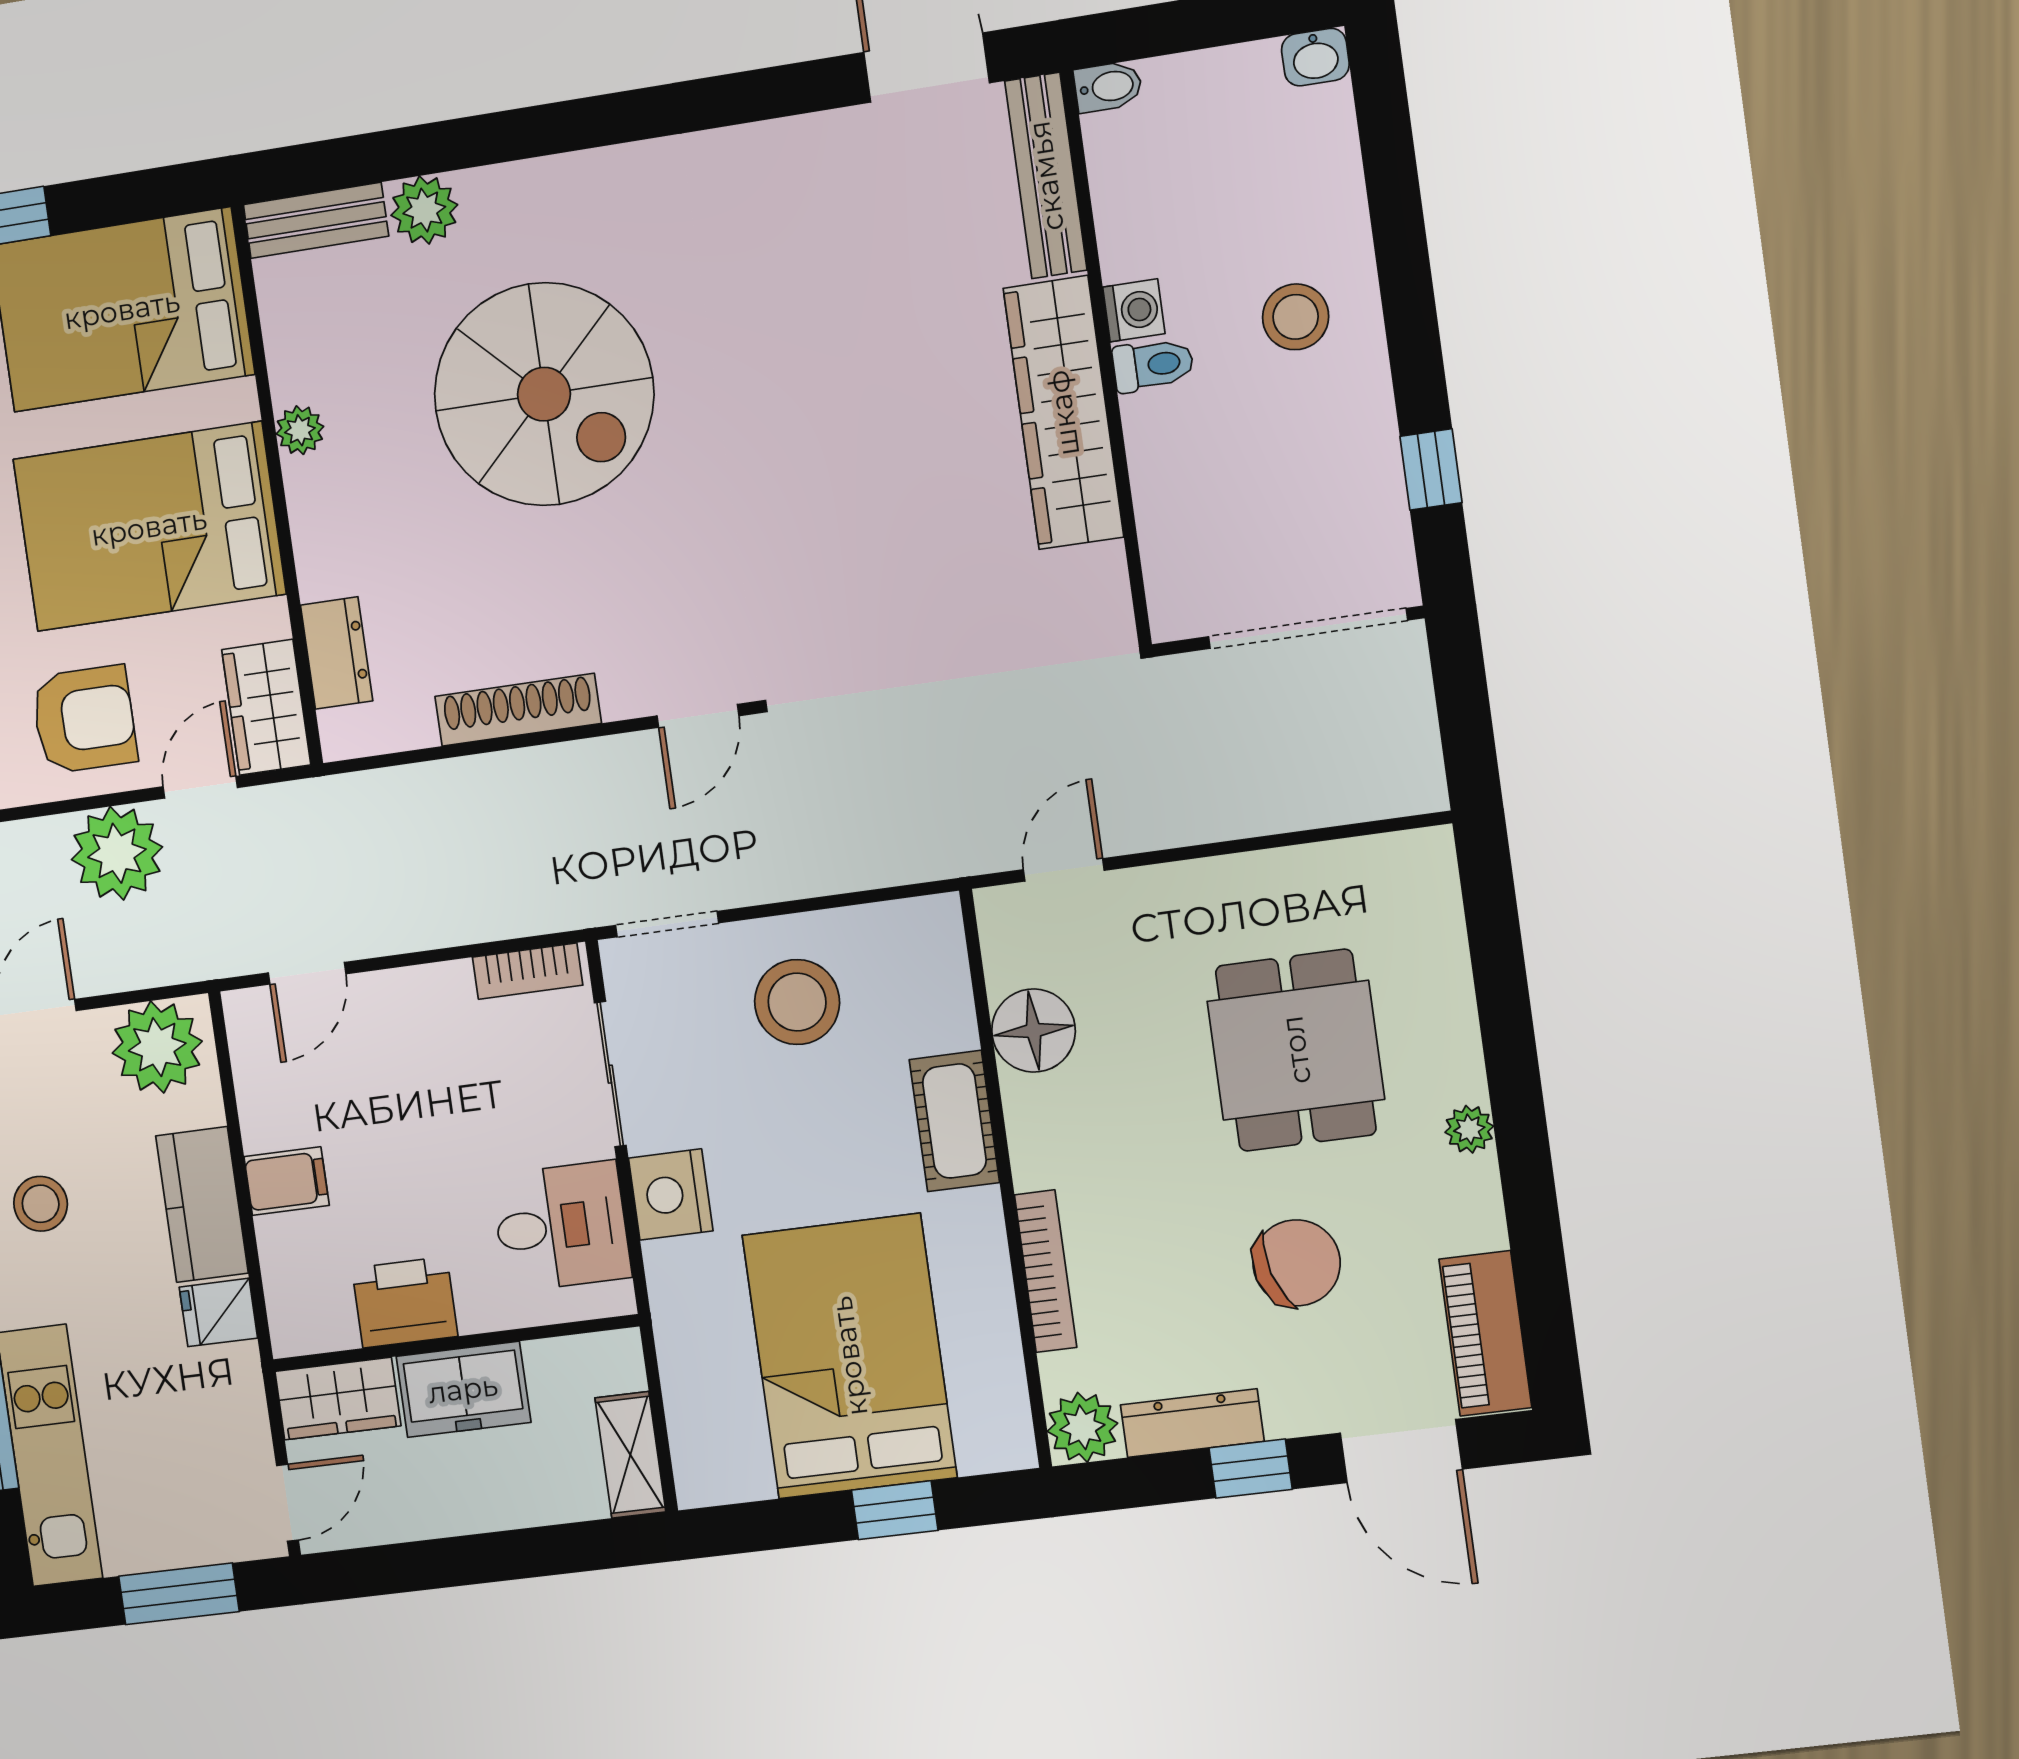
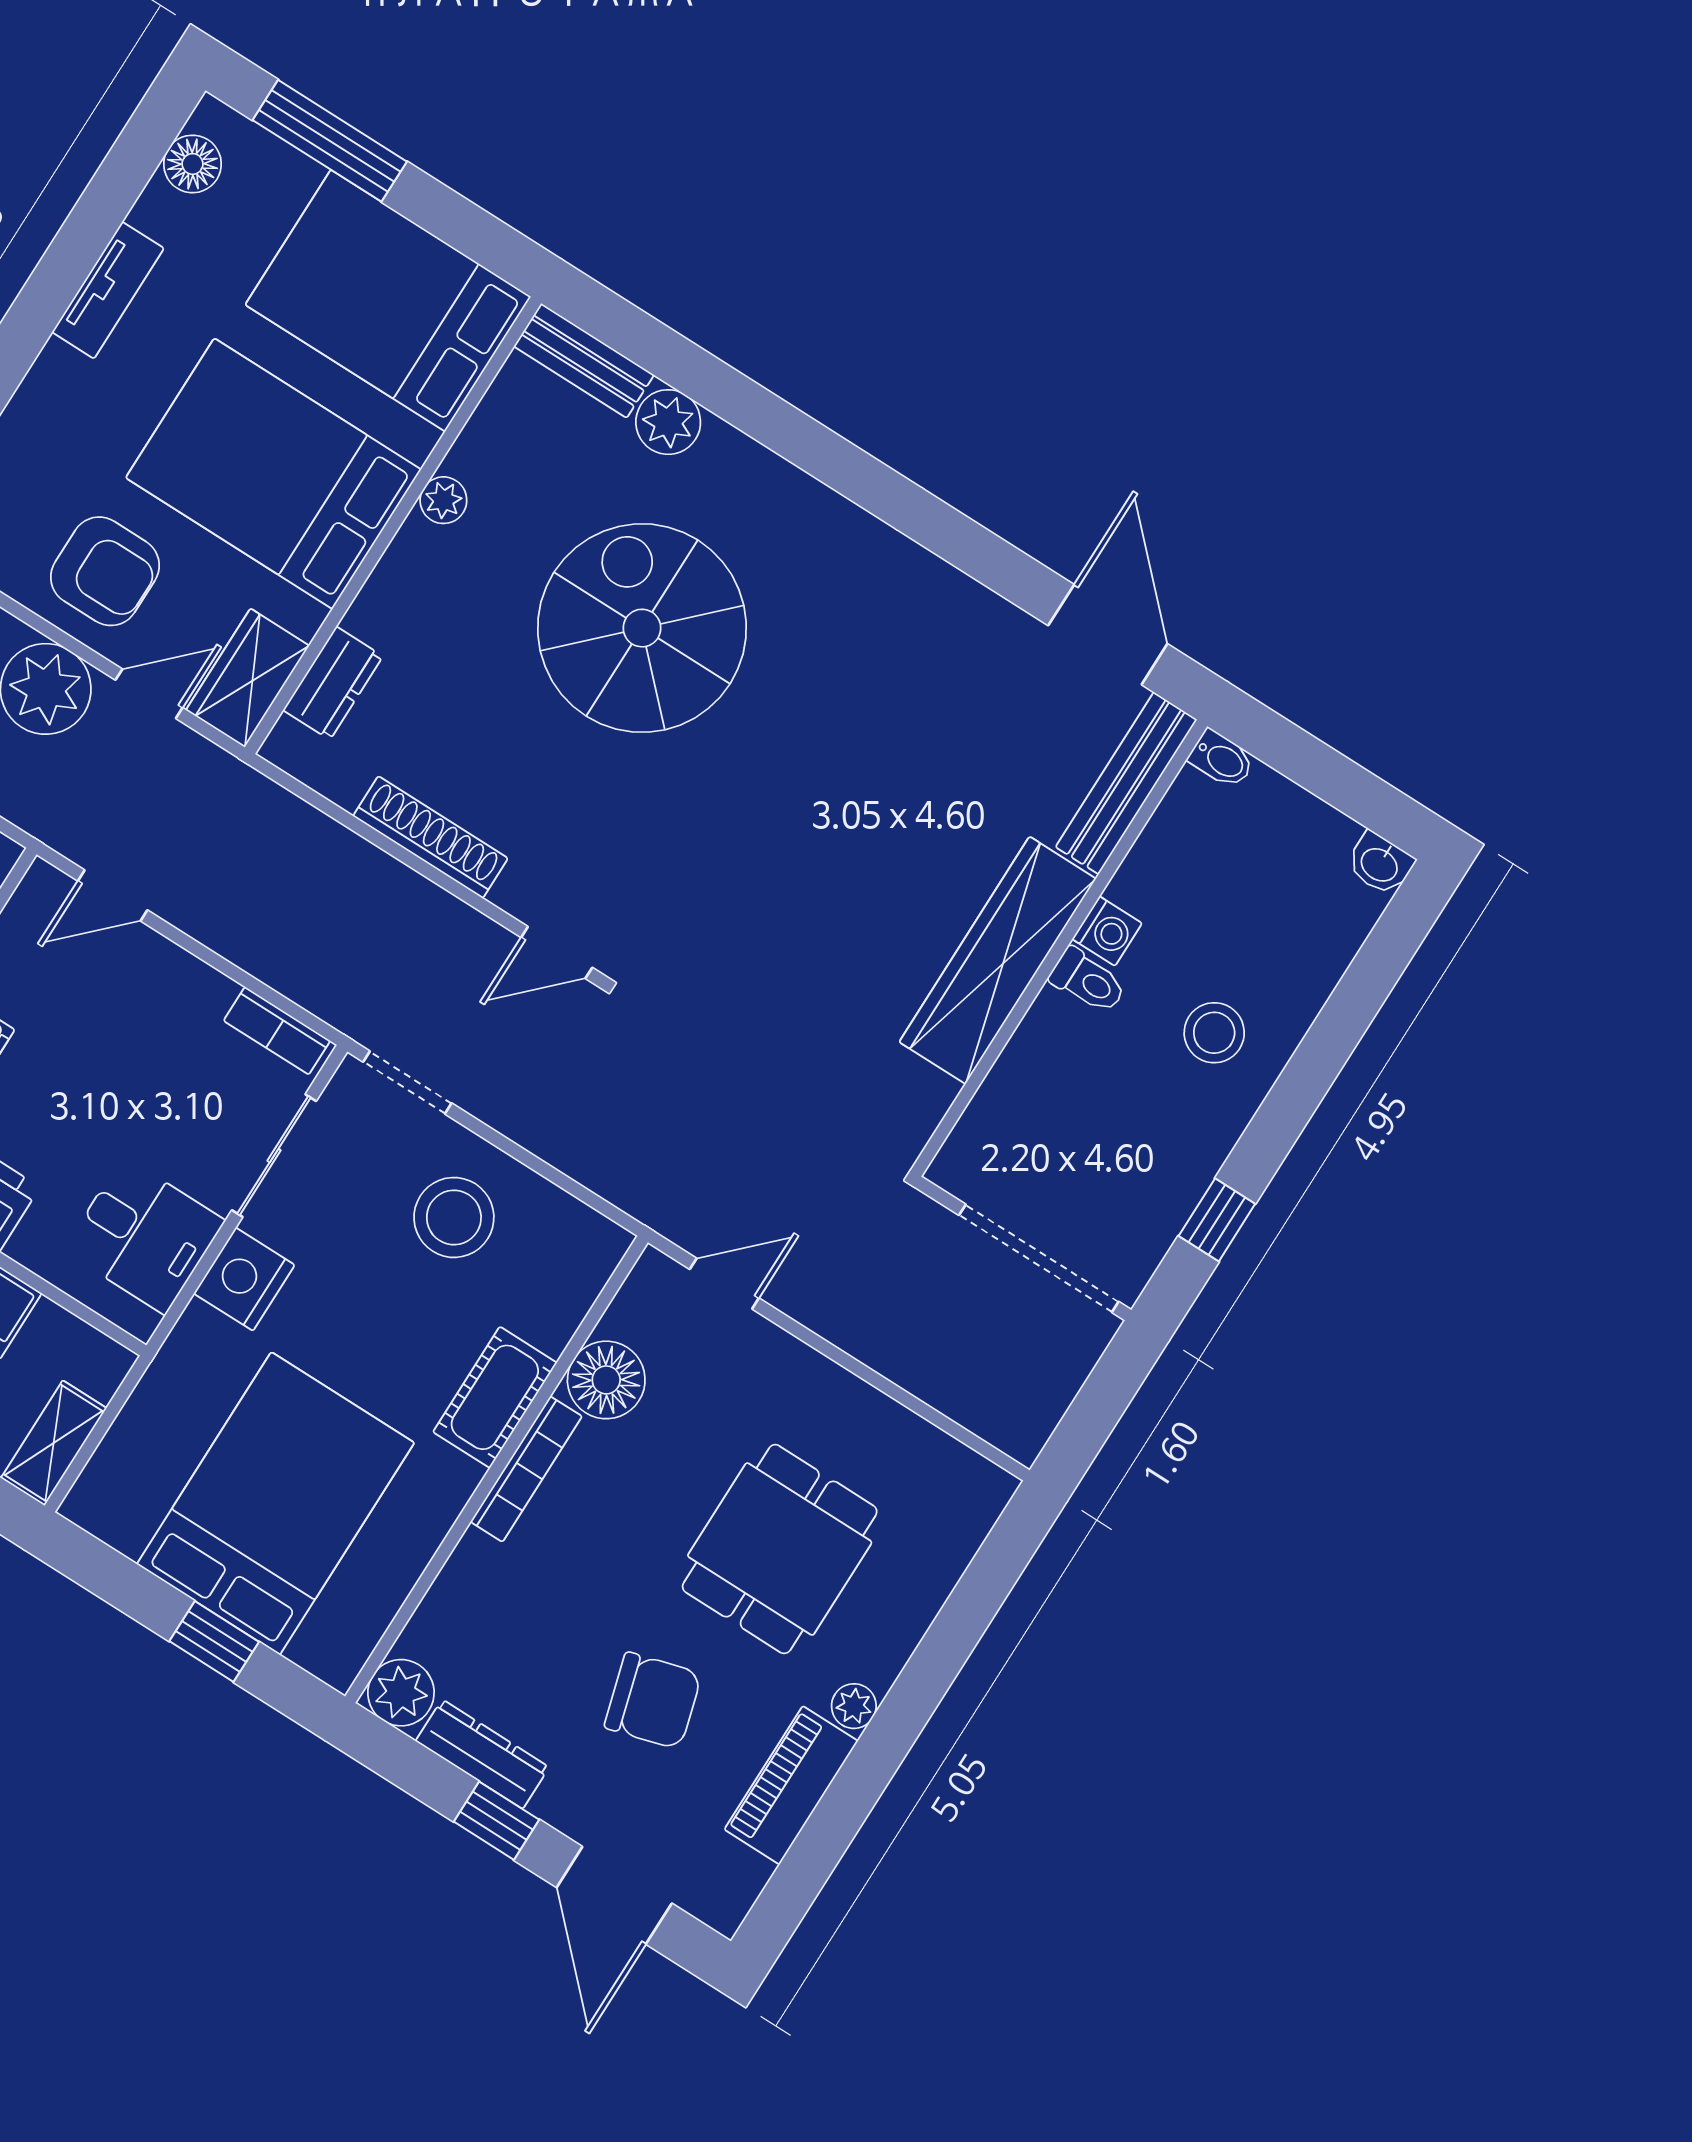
spiral stairs: (544, 394) -> (642, 628), turned 180
bookcase: (1046, 1271) -> (526, 1469), moved
piano: (1485, 1333) -> (791, 1785), moved

